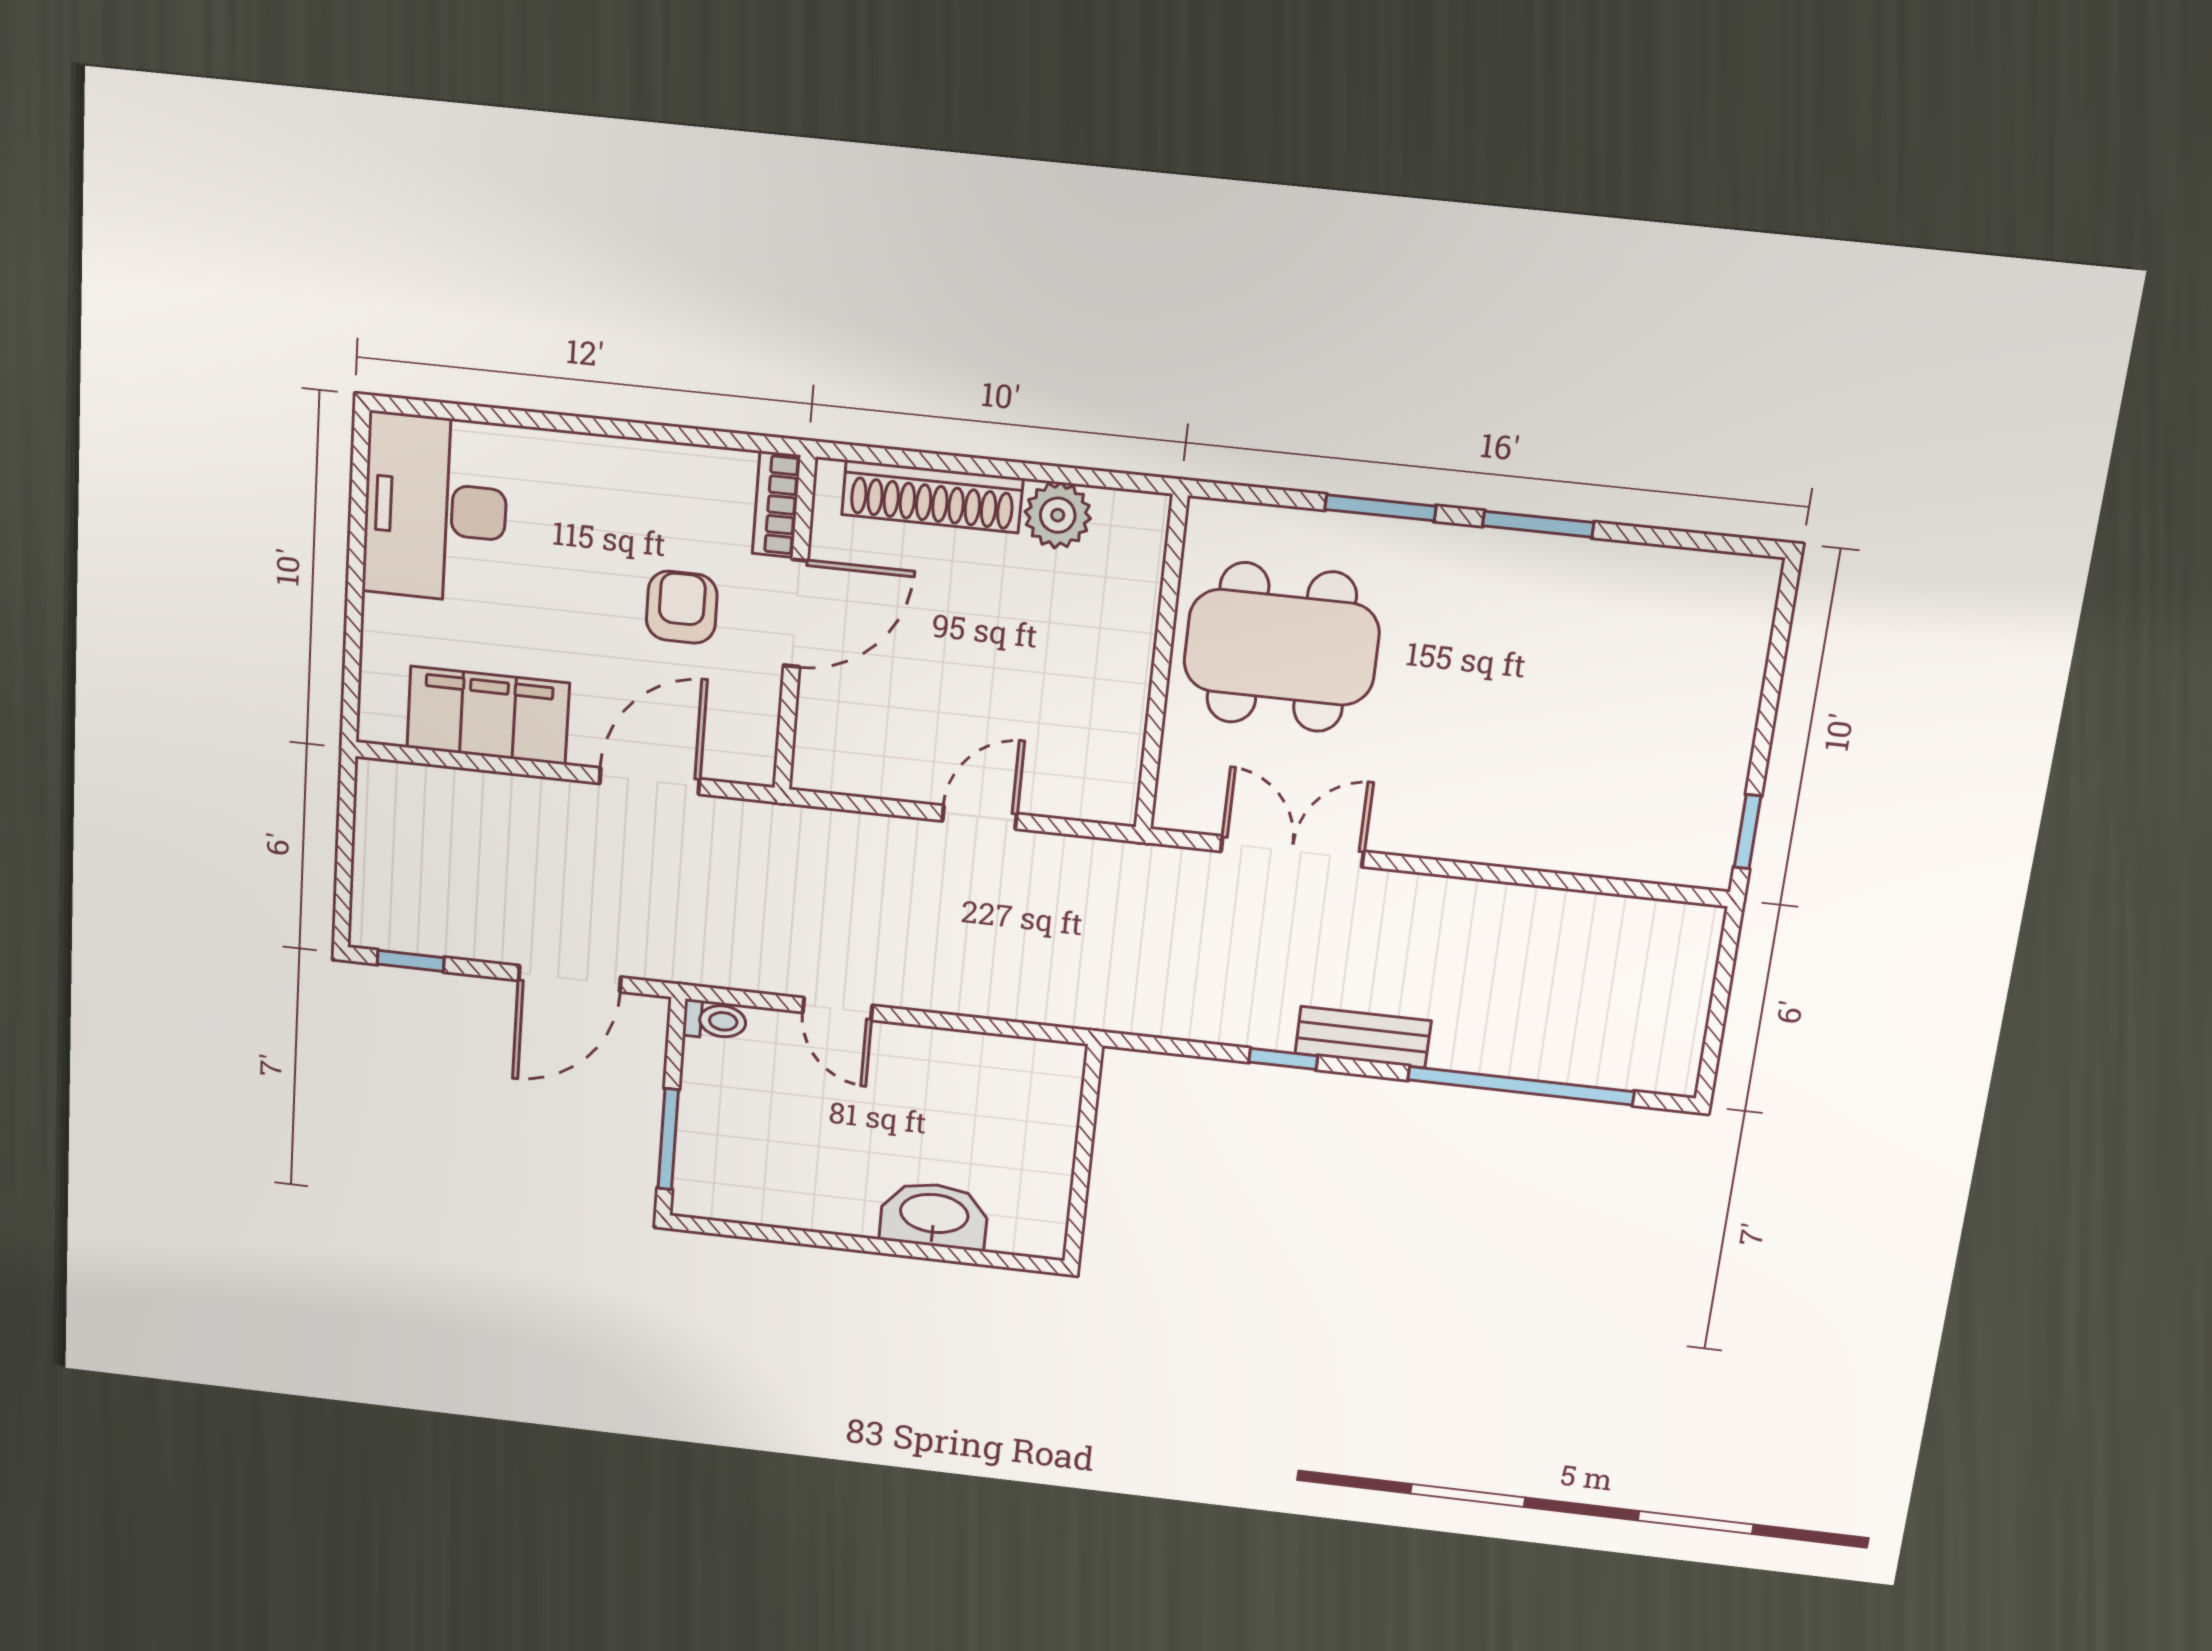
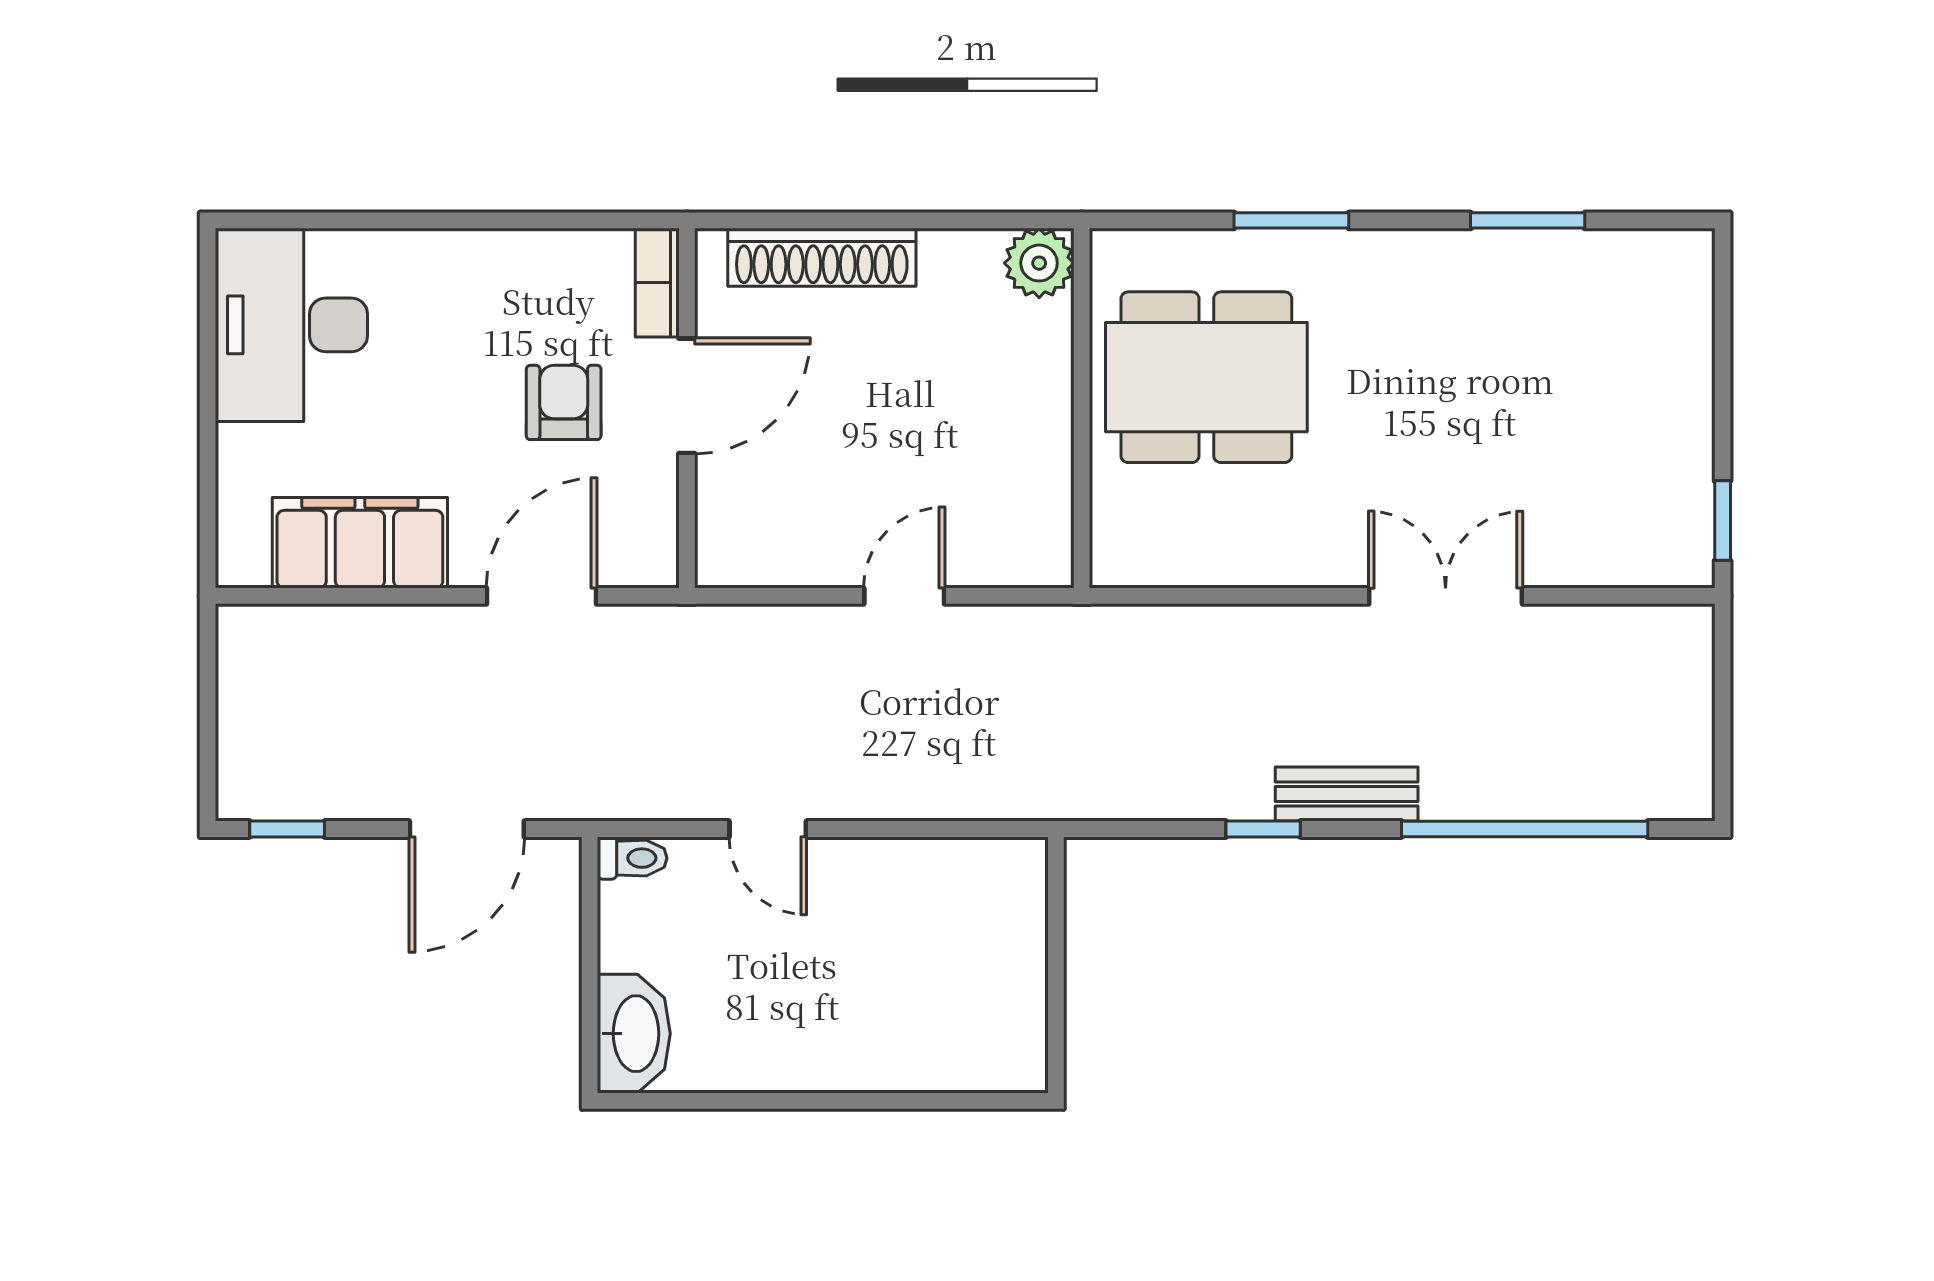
plant: (1058, 515) -> (1039, 263), moved
window: (1538, 524) -> (1528, 220), moved
double door: (1292, 851) -> (1446, 596), moved
window: (668, 1139) -> (590, 1003), removed
washbasin: (934, 1215) -> (634, 1034), moved, turned 90

